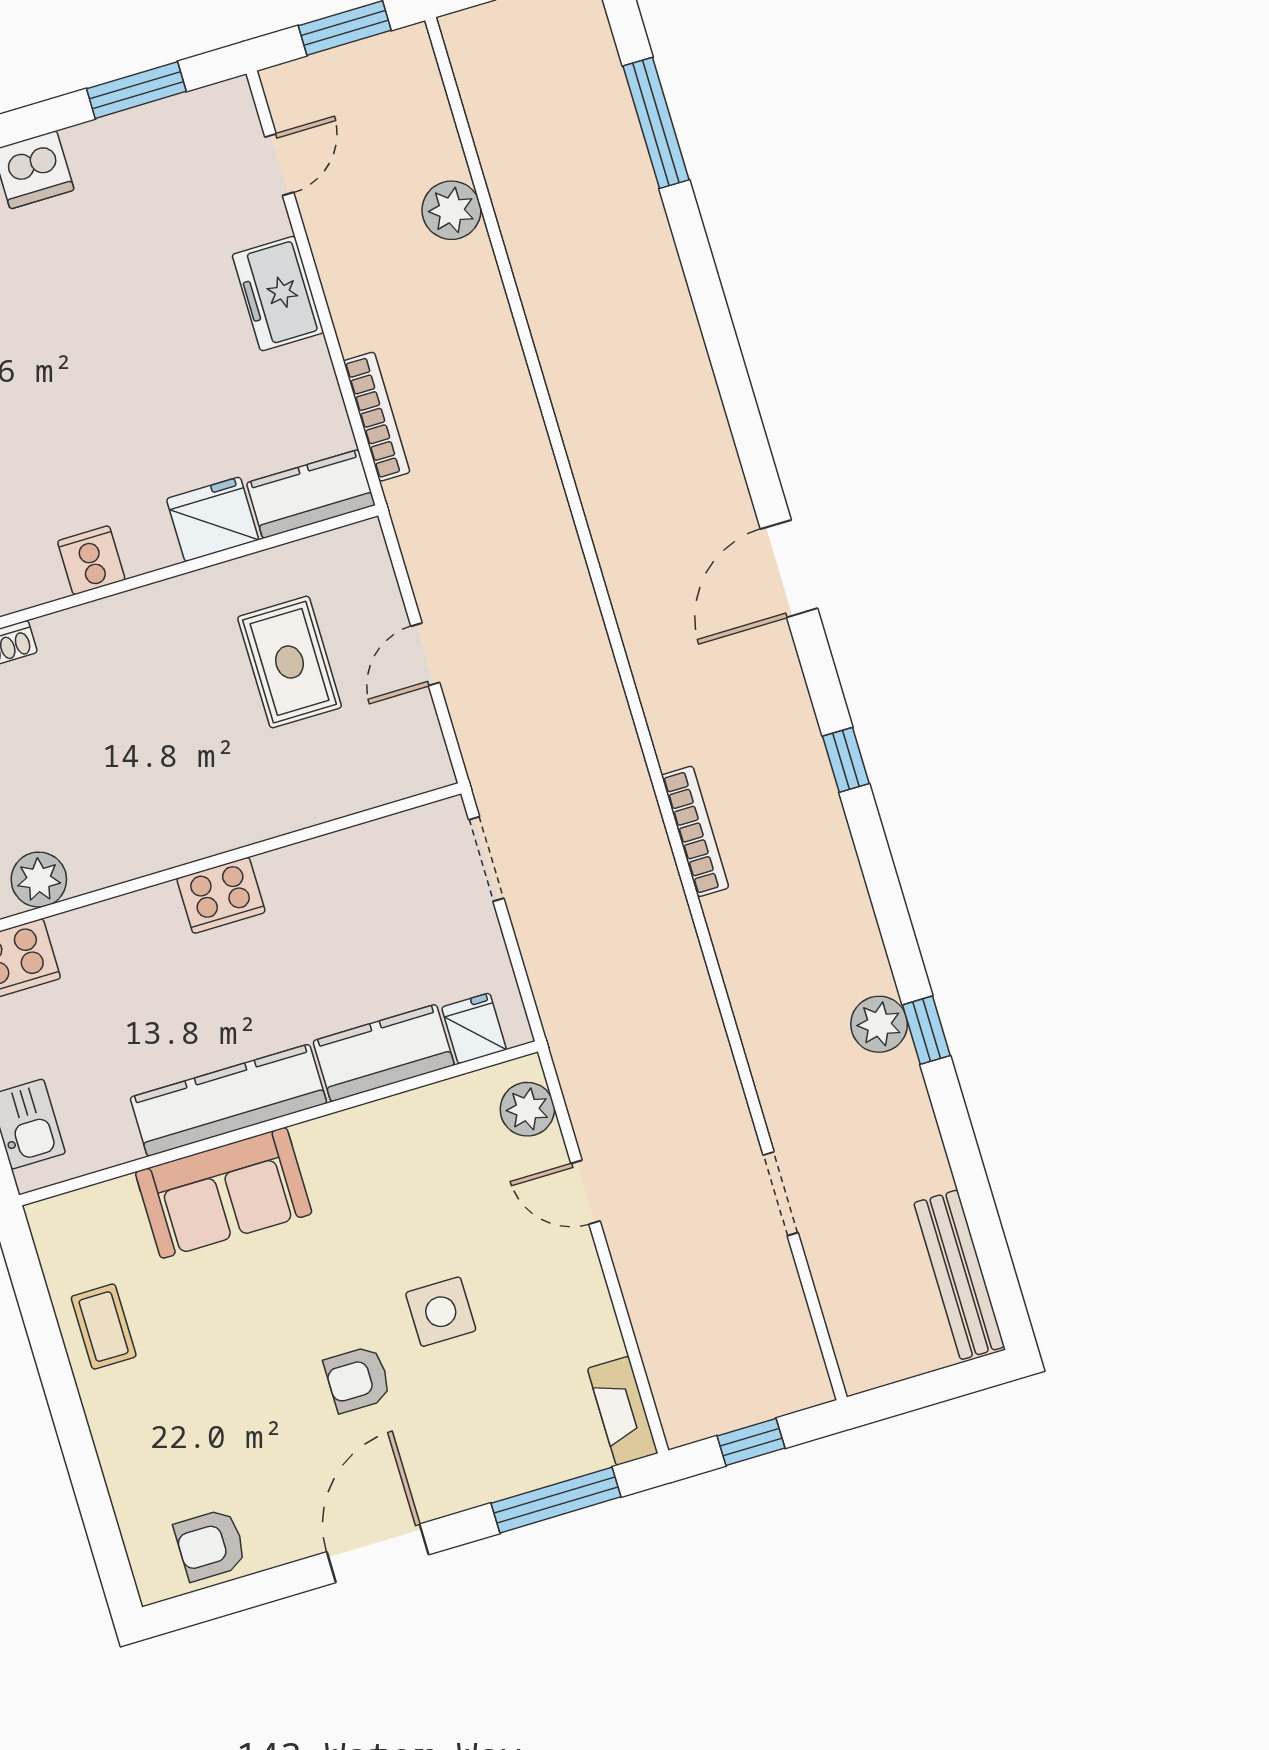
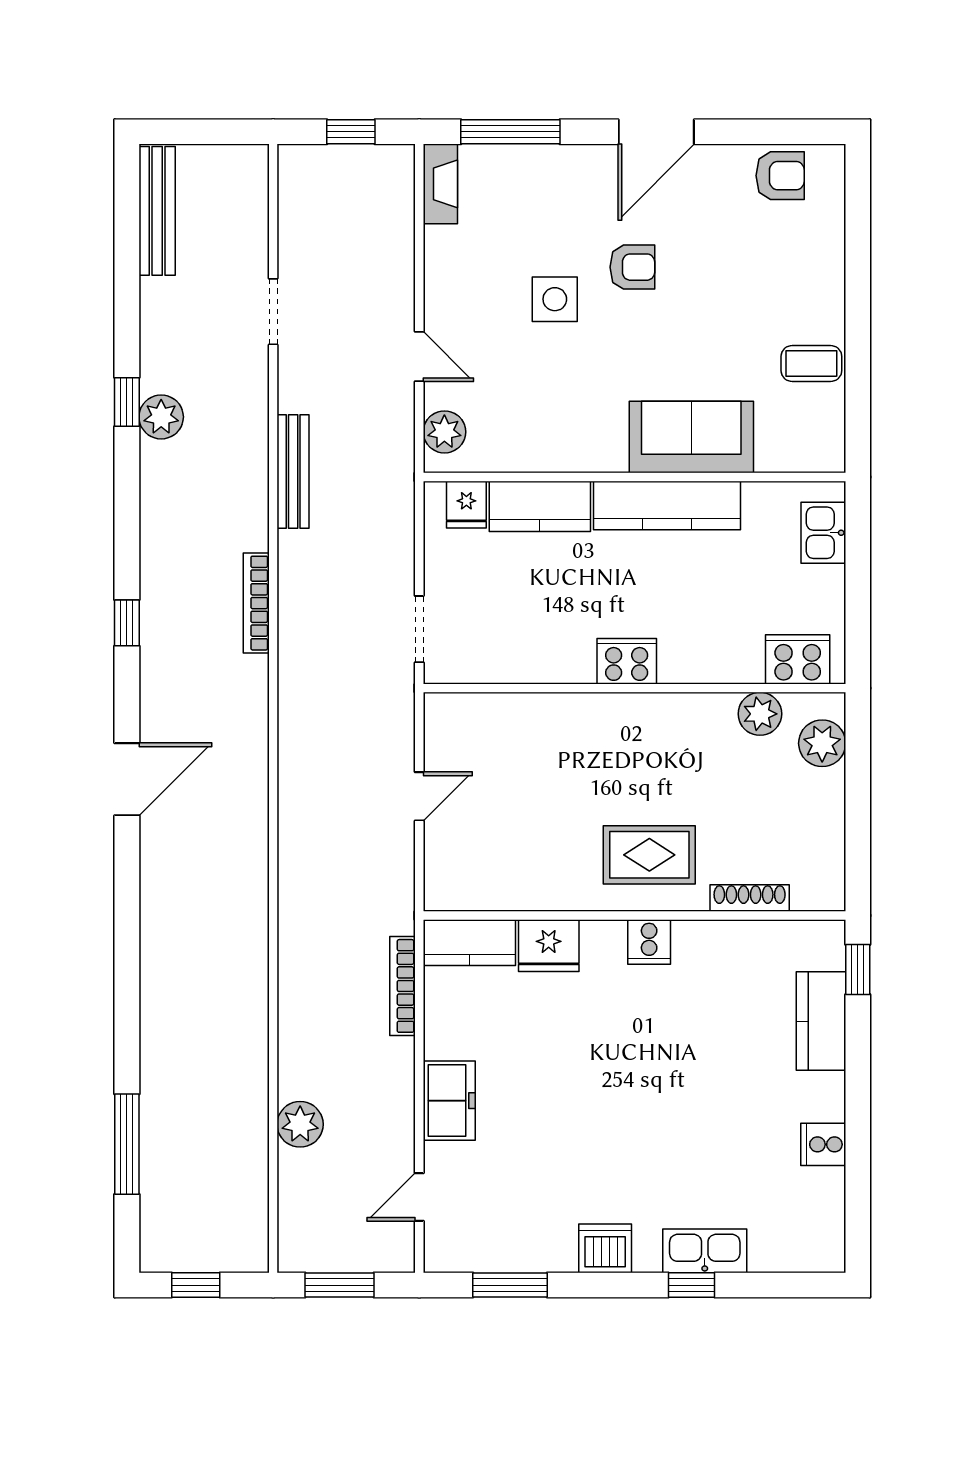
rug: (290, 662) -> (649, 855), moved, turned 90
bench: (698, 1006) -> (293, 472), added
coffee table: (104, 1327) -> (811, 363), turned 90

